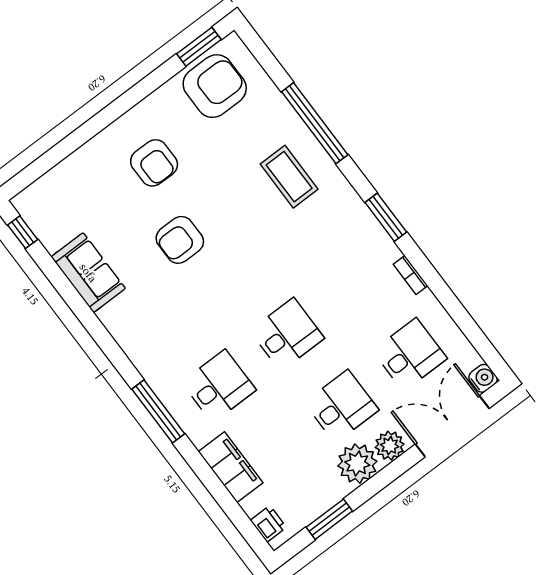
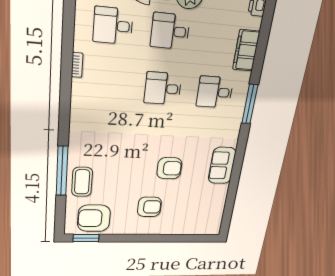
armchair: (154, 163) -> (149, 207), turned 90
coffee table: (289, 177) -> (82, 182), moved
window: (386, 217) -> (65, 103), removed
window: (23, 232) -> (226, 219), removed
sofa: (88, 273) -> (222, 166), moved

